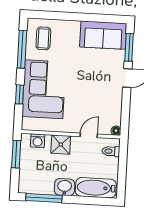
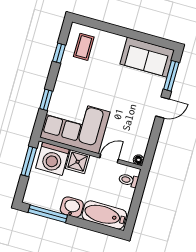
window: (22, 49) -> (59, 53), width x0.46
corner sofa: (44, 89) -> (75, 125), moved, turned -90
washing machine: (38, 141) -> (53, 159), width x1.89, depth x1.89

